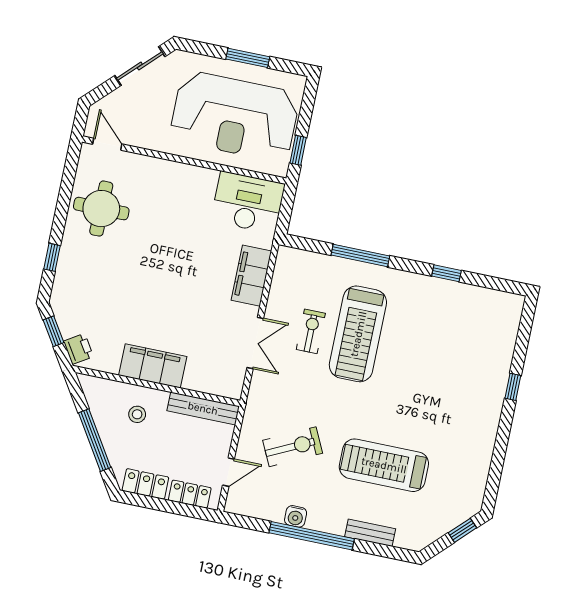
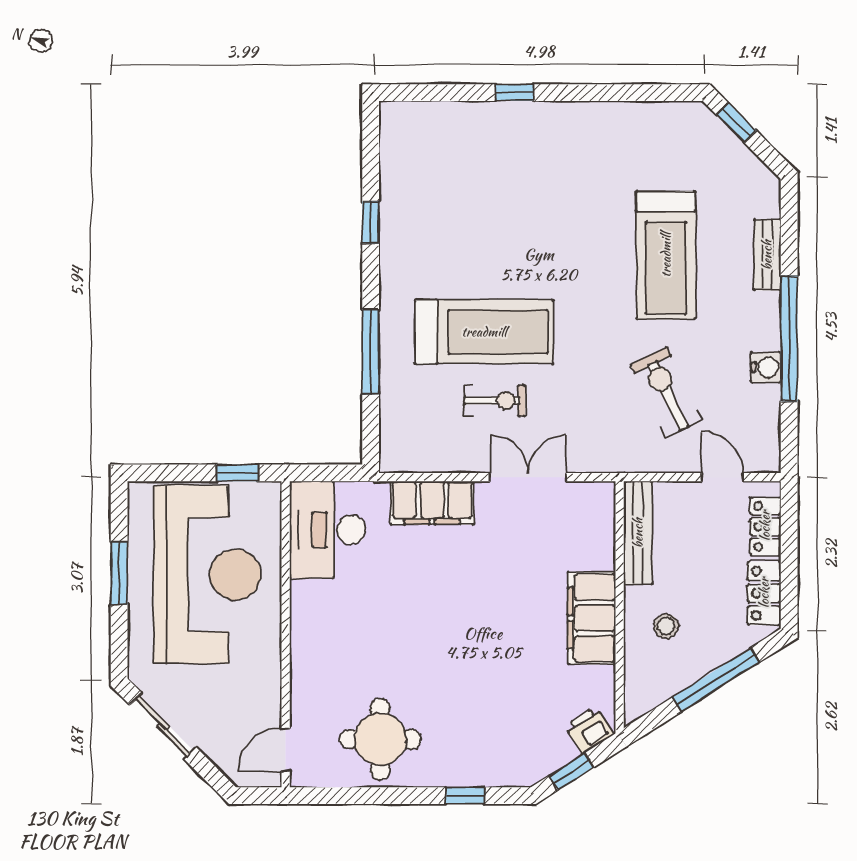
exercise bike: (311, 331) -> (495, 401), turned 180

